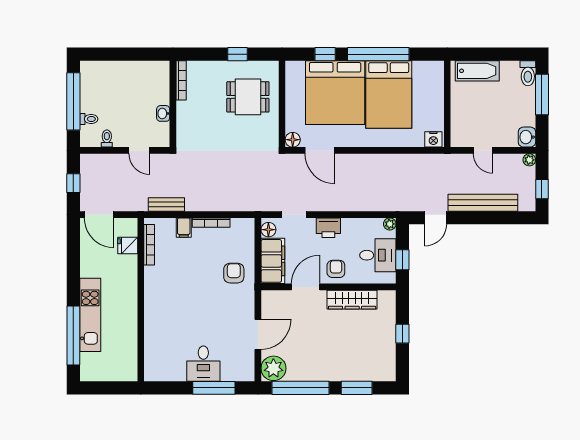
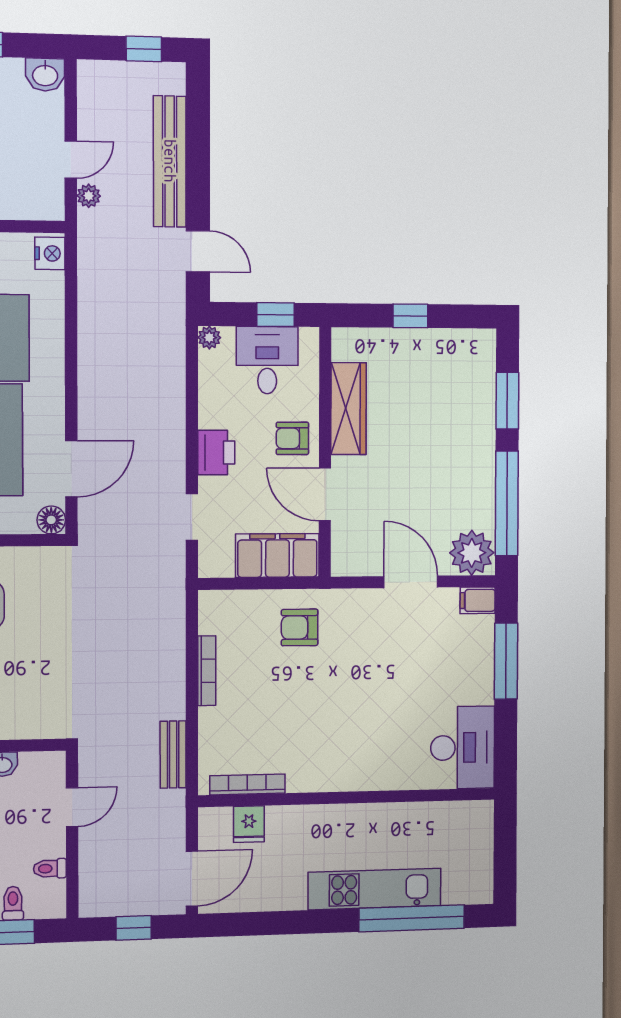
plant: (529, 160) -> (89, 196), moved
filing cabinet: (184, 228) -> (478, 600), moved, turned 180
floor lamp: (268, 230) -> (220, 564), removed
desk: (203, 364) -> (463, 748), moved, width x1.37

